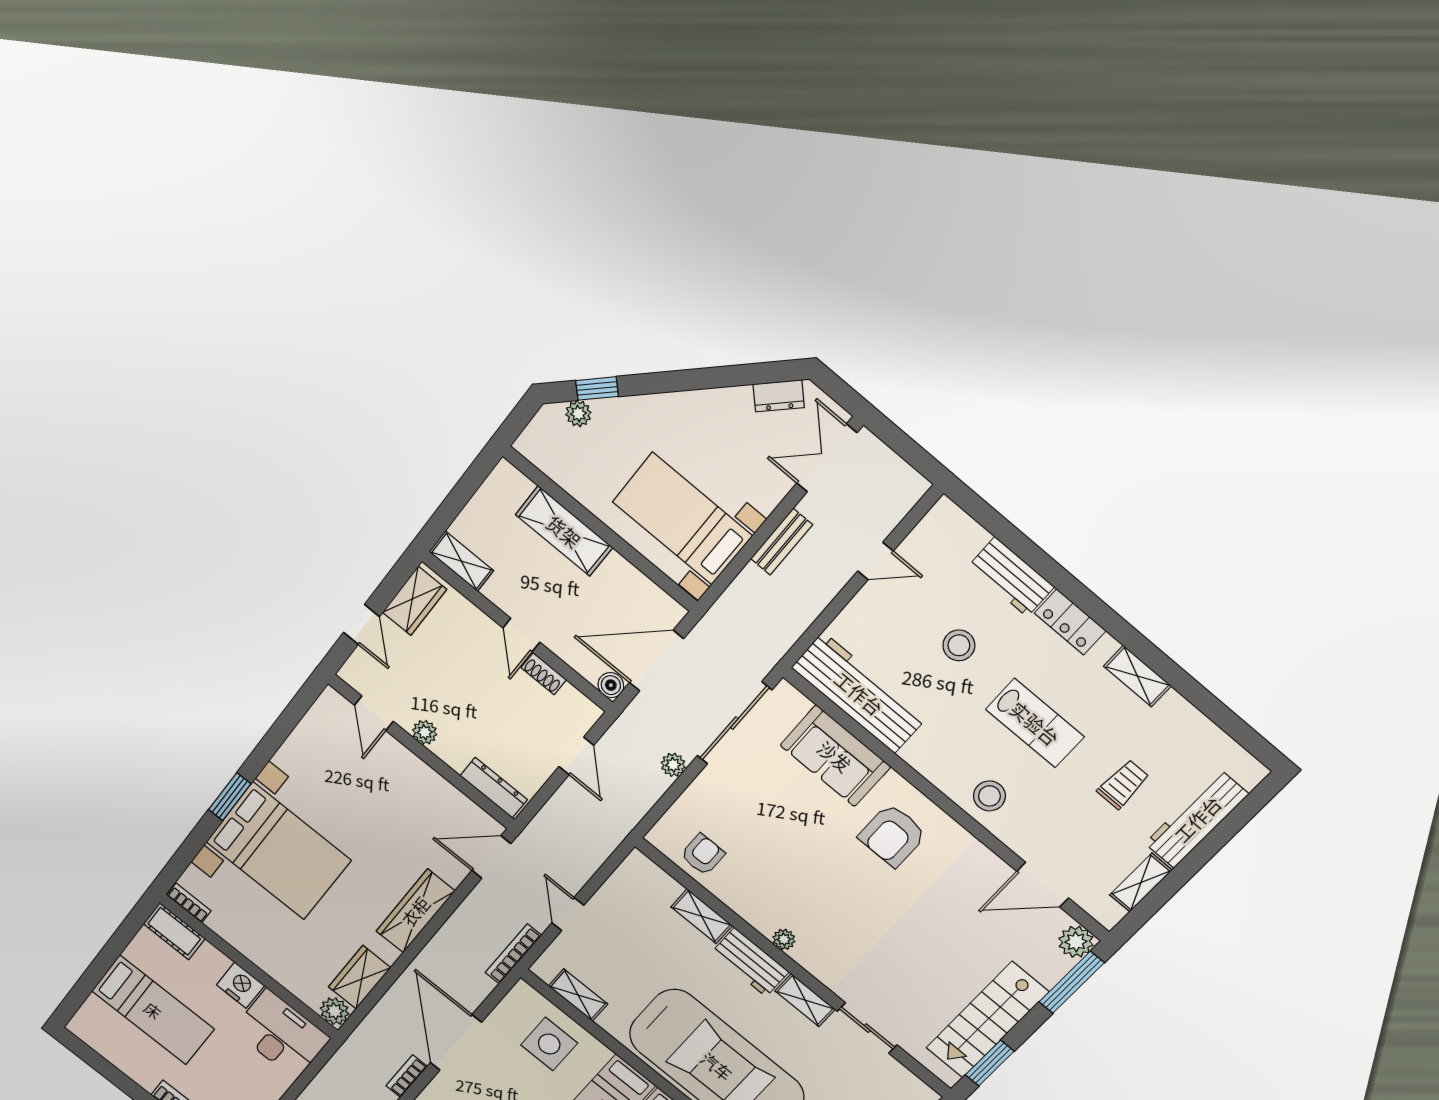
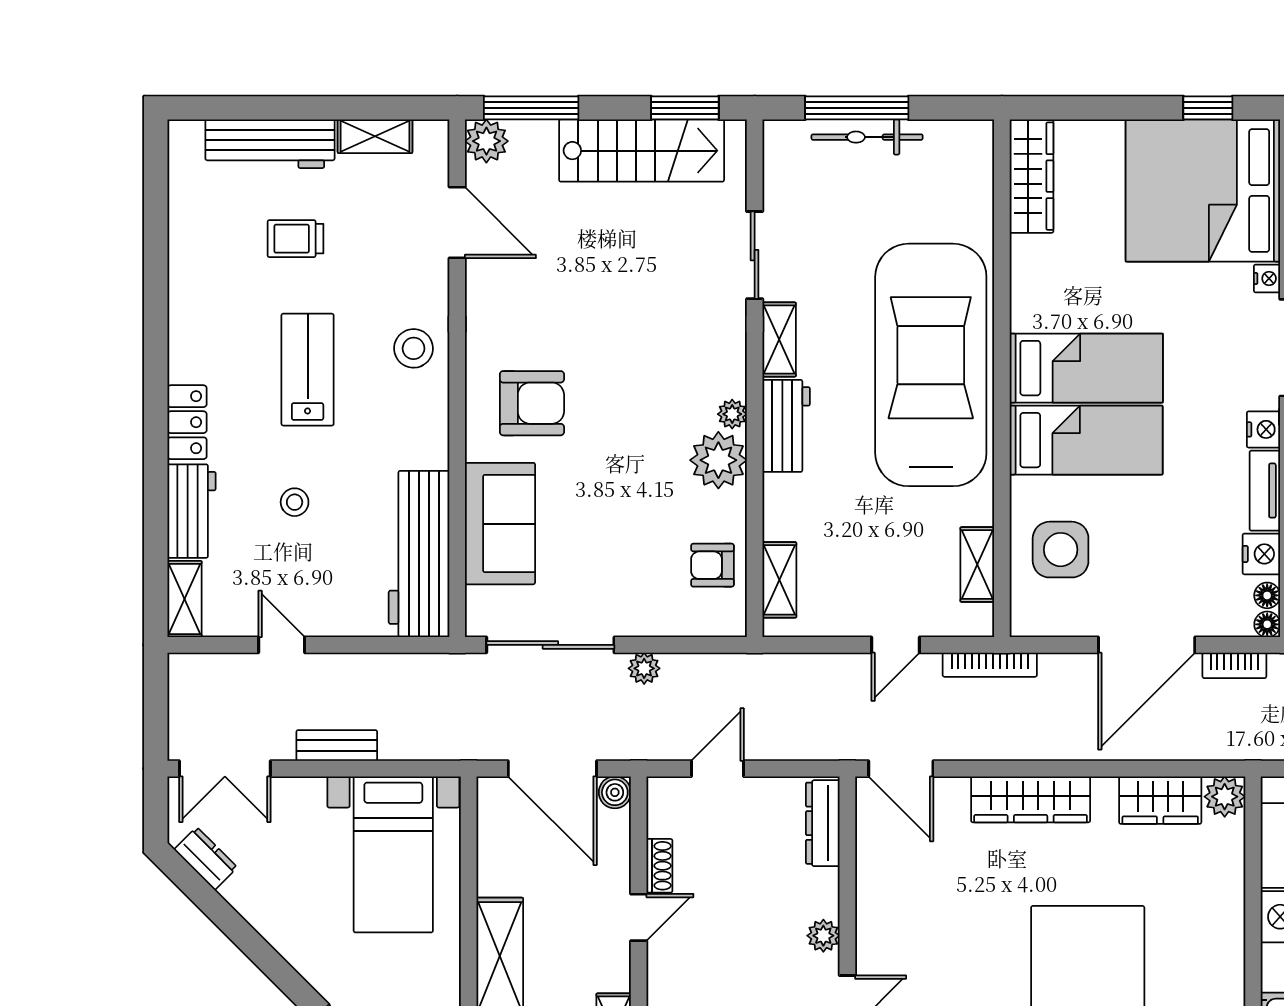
stool: (959, 645) -> (295, 502), width x0.73, depth x0.73
shelving: (1137, 676) -> (184, 599), moved
plant: (763, 909) -> (718, 460), added
shelving: (702, 916) -> (779, 580), moved

